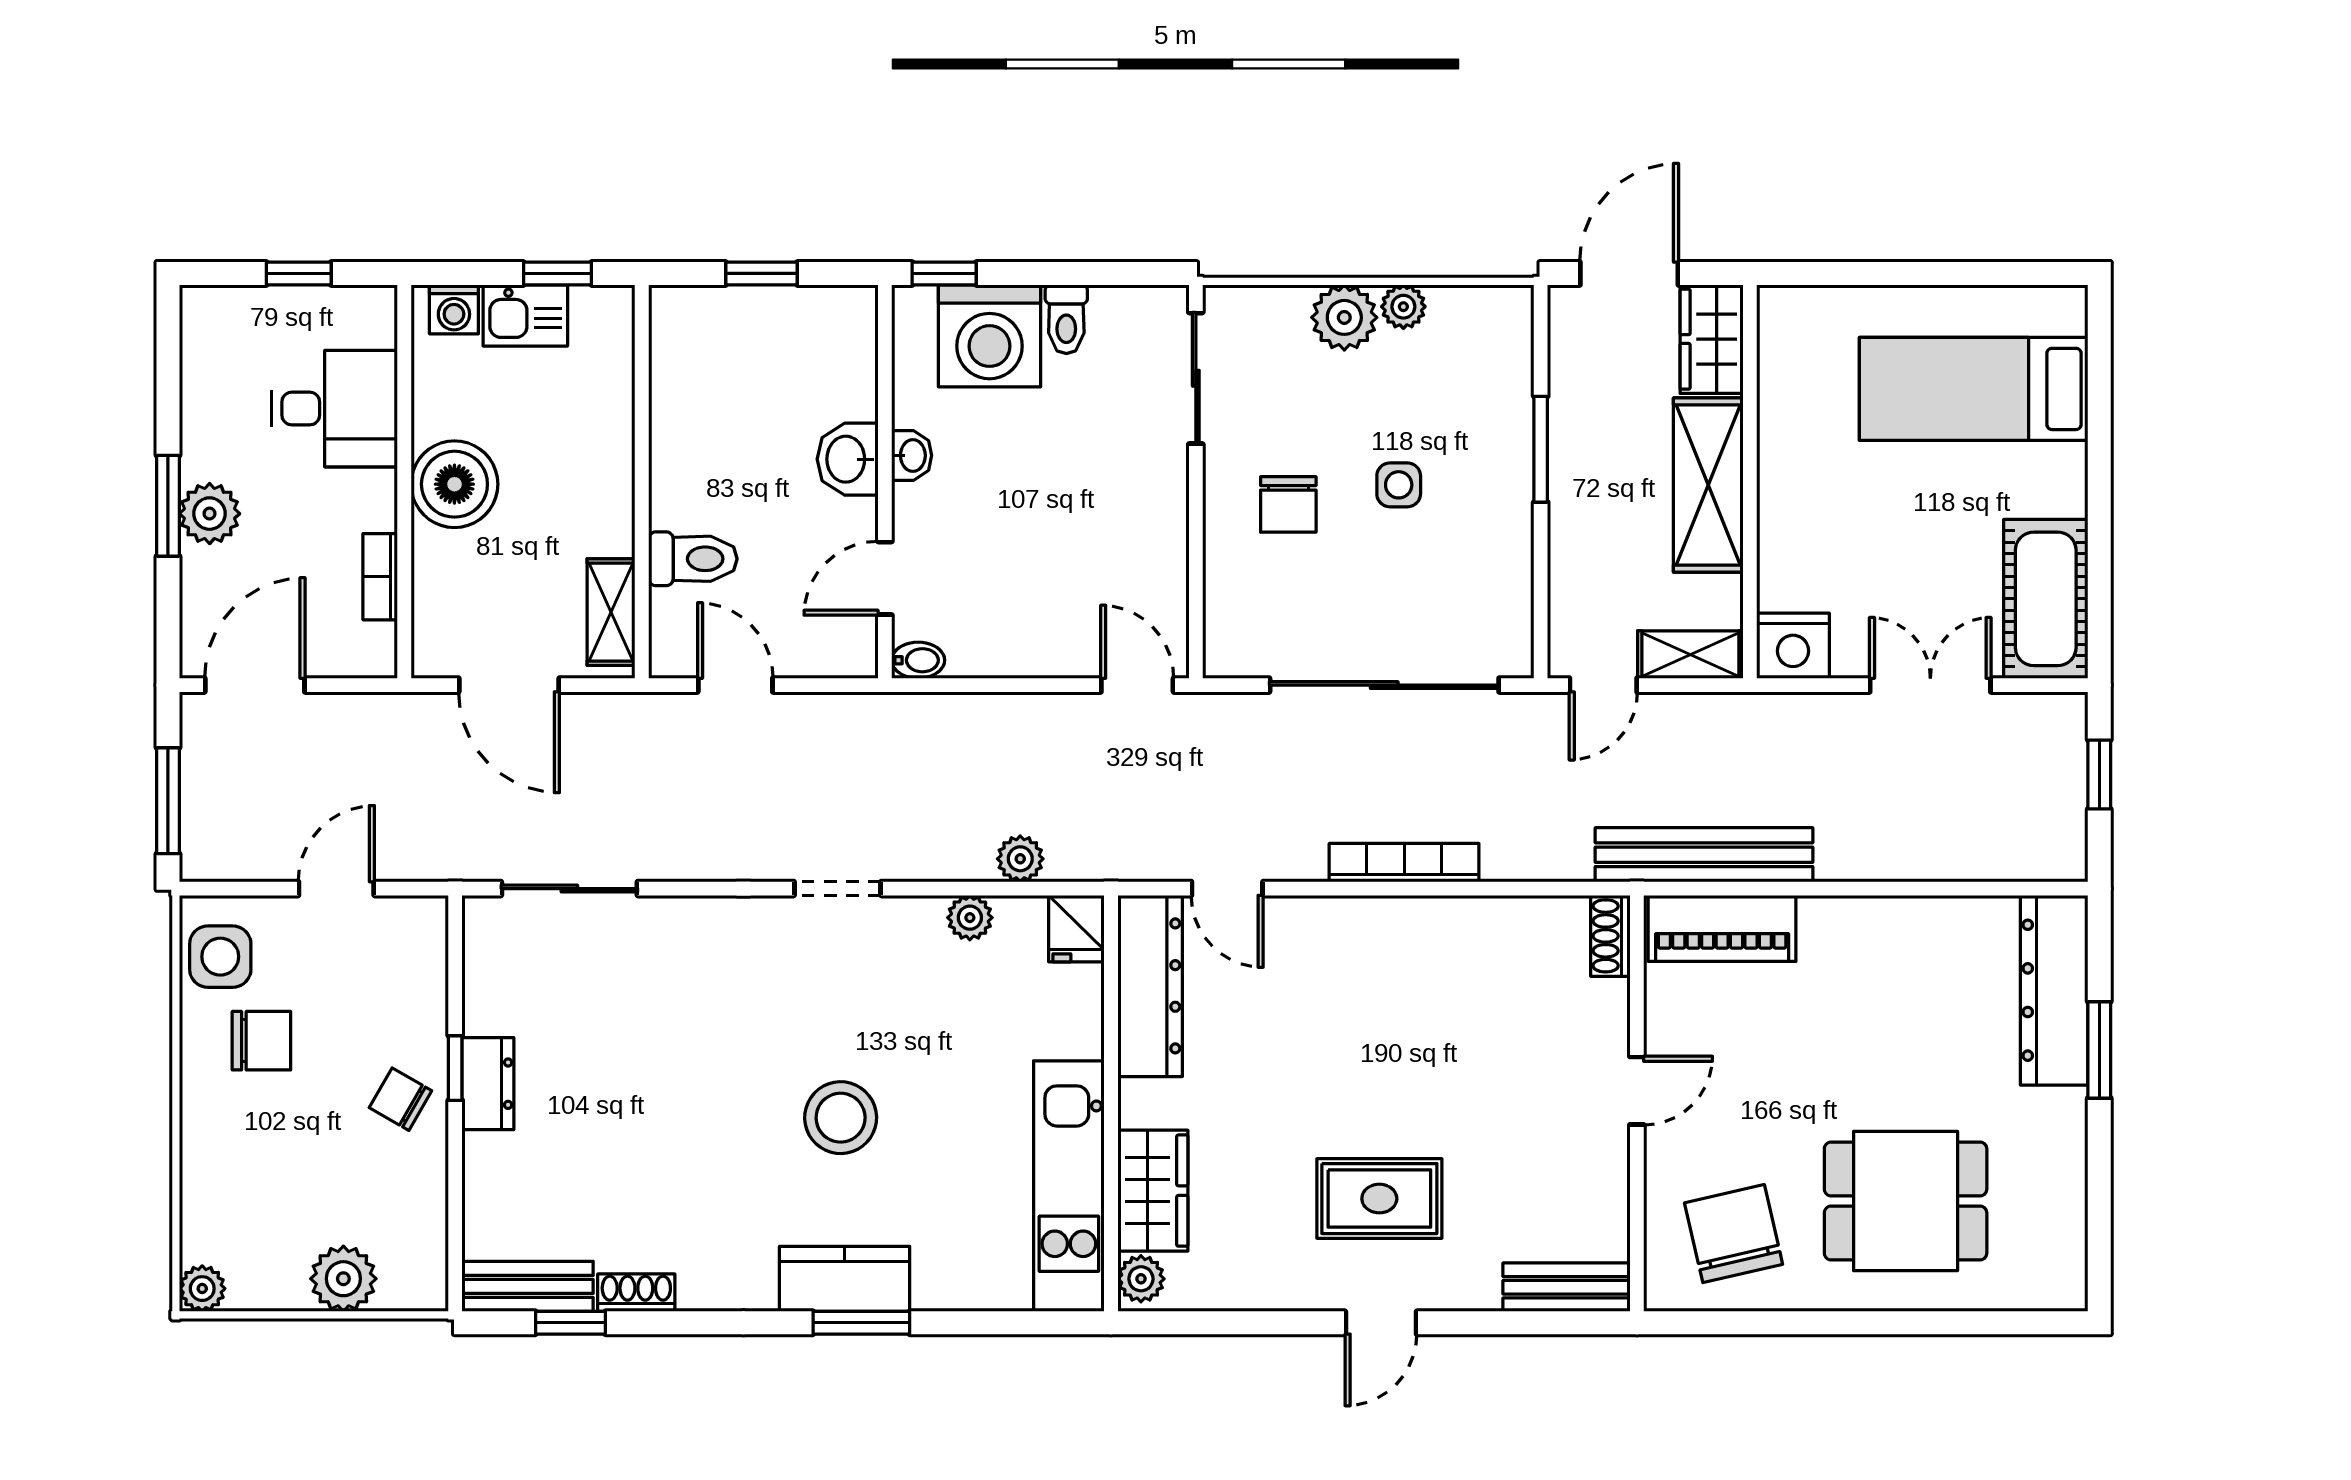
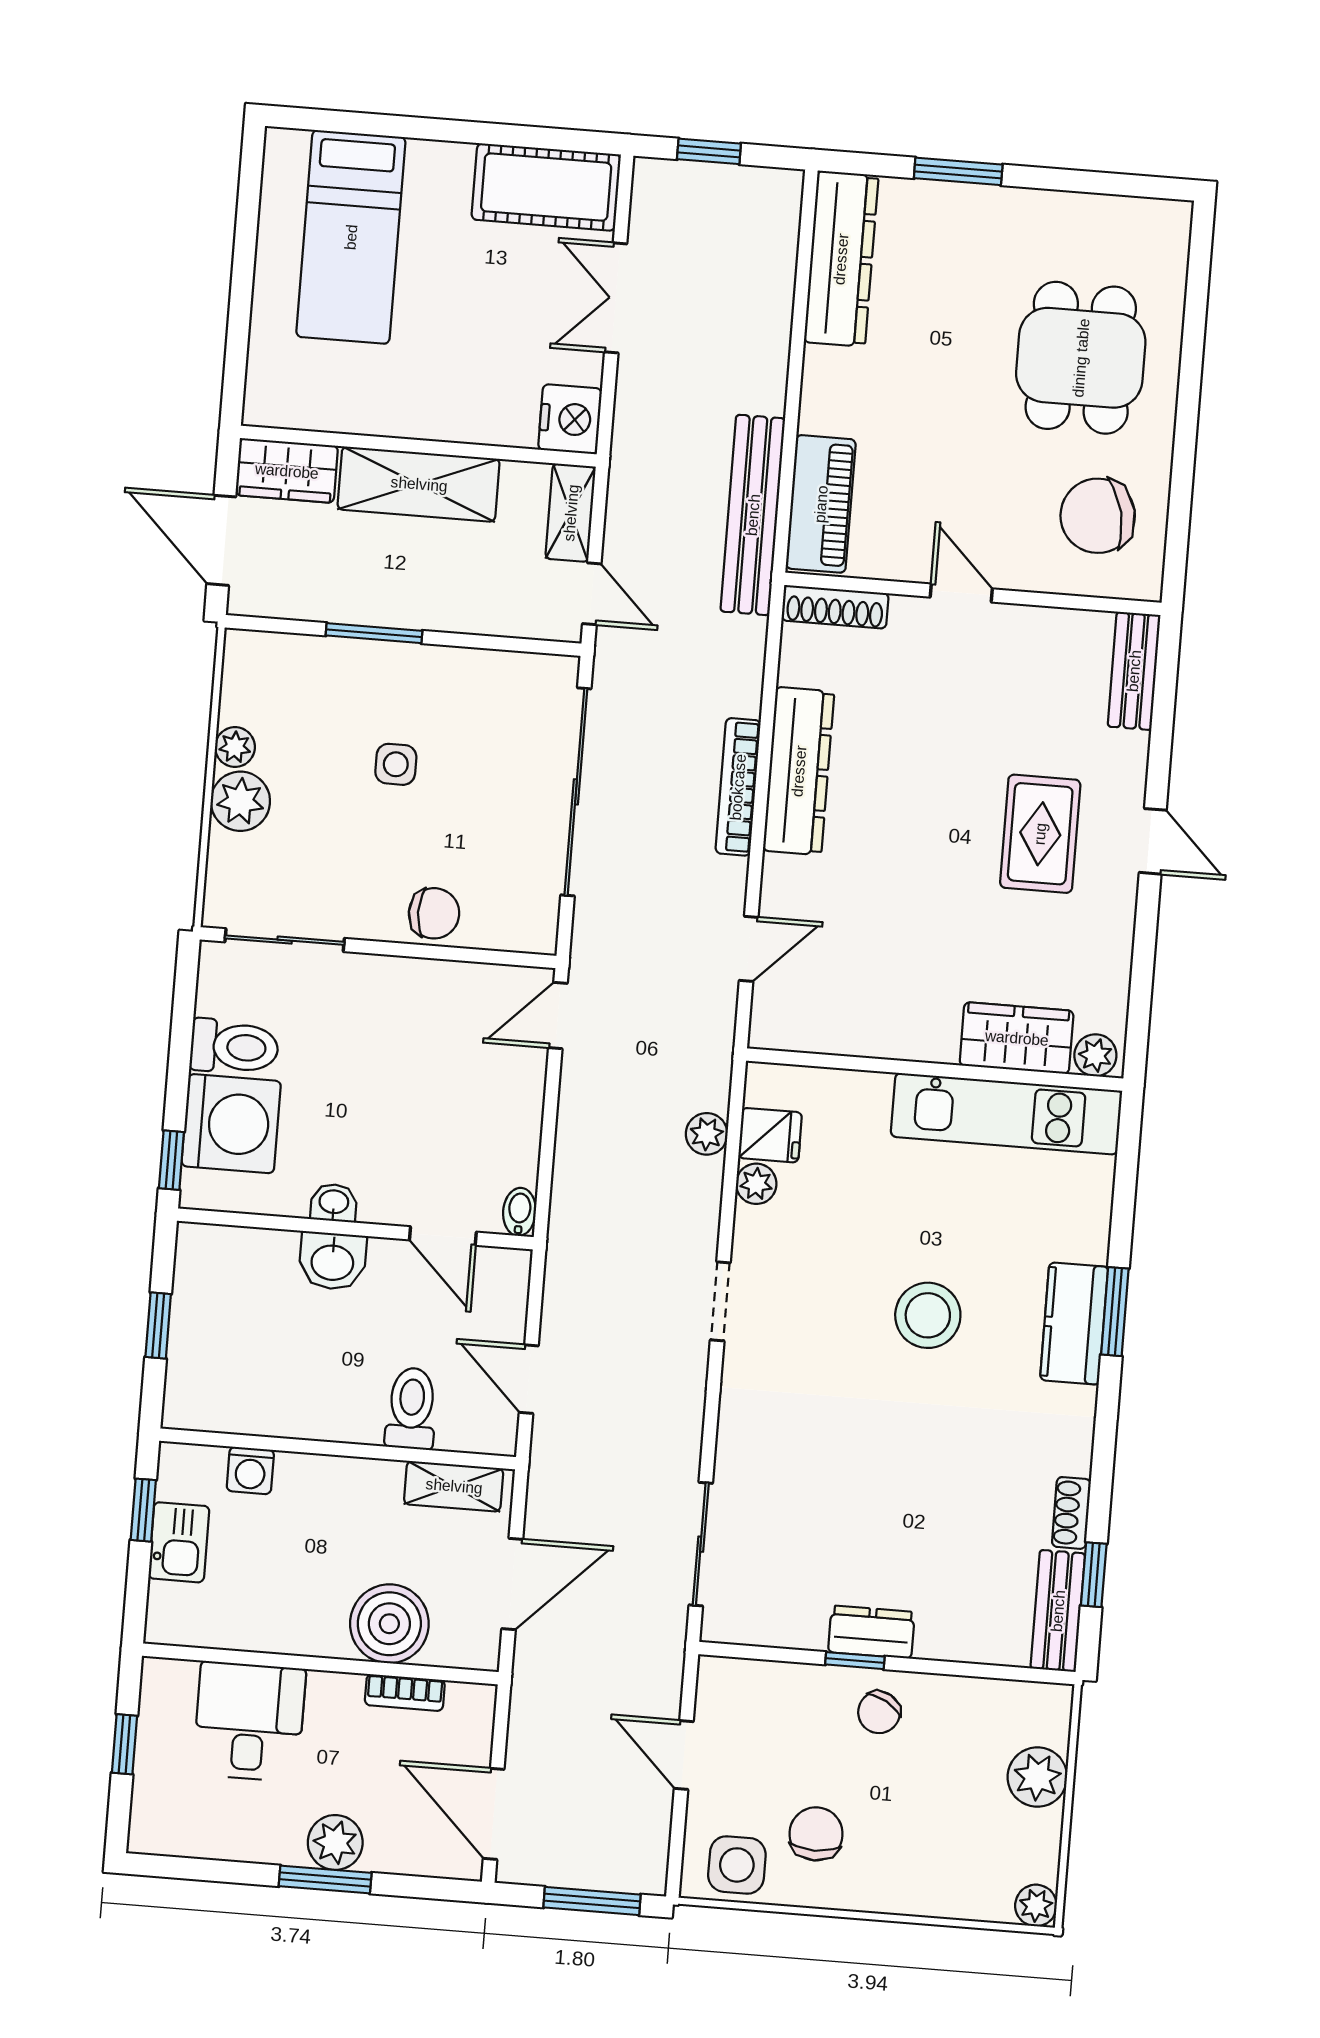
washing machine: (454, 309) -> (250, 1470), moved, turned 90
toilet: (1066, 319) -> (234, 1047), width x1.37, depth x1.39
boiler: (454, 484) -> (389, 1624), moved
chair: (1288, 504) -> (434, 913), moved
door: (735, 685) -> (529, 1379), hinge flipped
fridge: (1076, 929) -> (770, 1135), moved
shoe rack: (1610, 936) -> (835, 607), width x1.43
dresser: (1150, 986) -> (799, 771), moved, turned 90
dresser: (2054, 990) -> (841, 259), moved, turned -90

